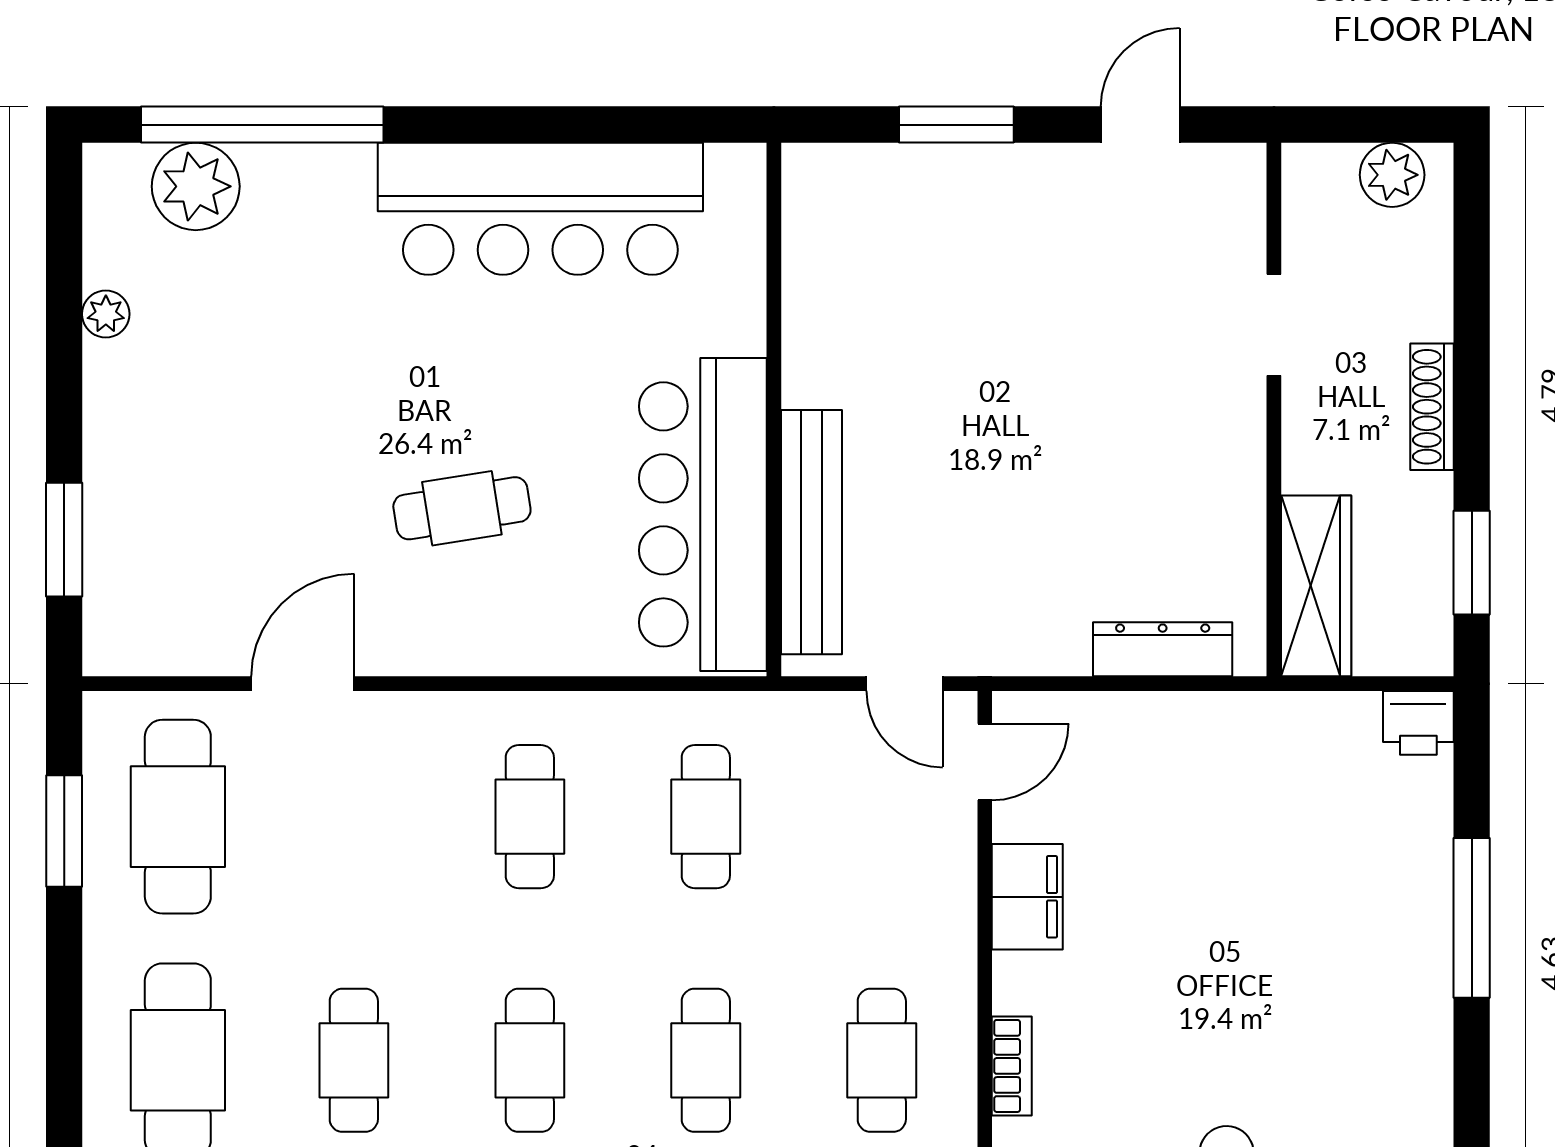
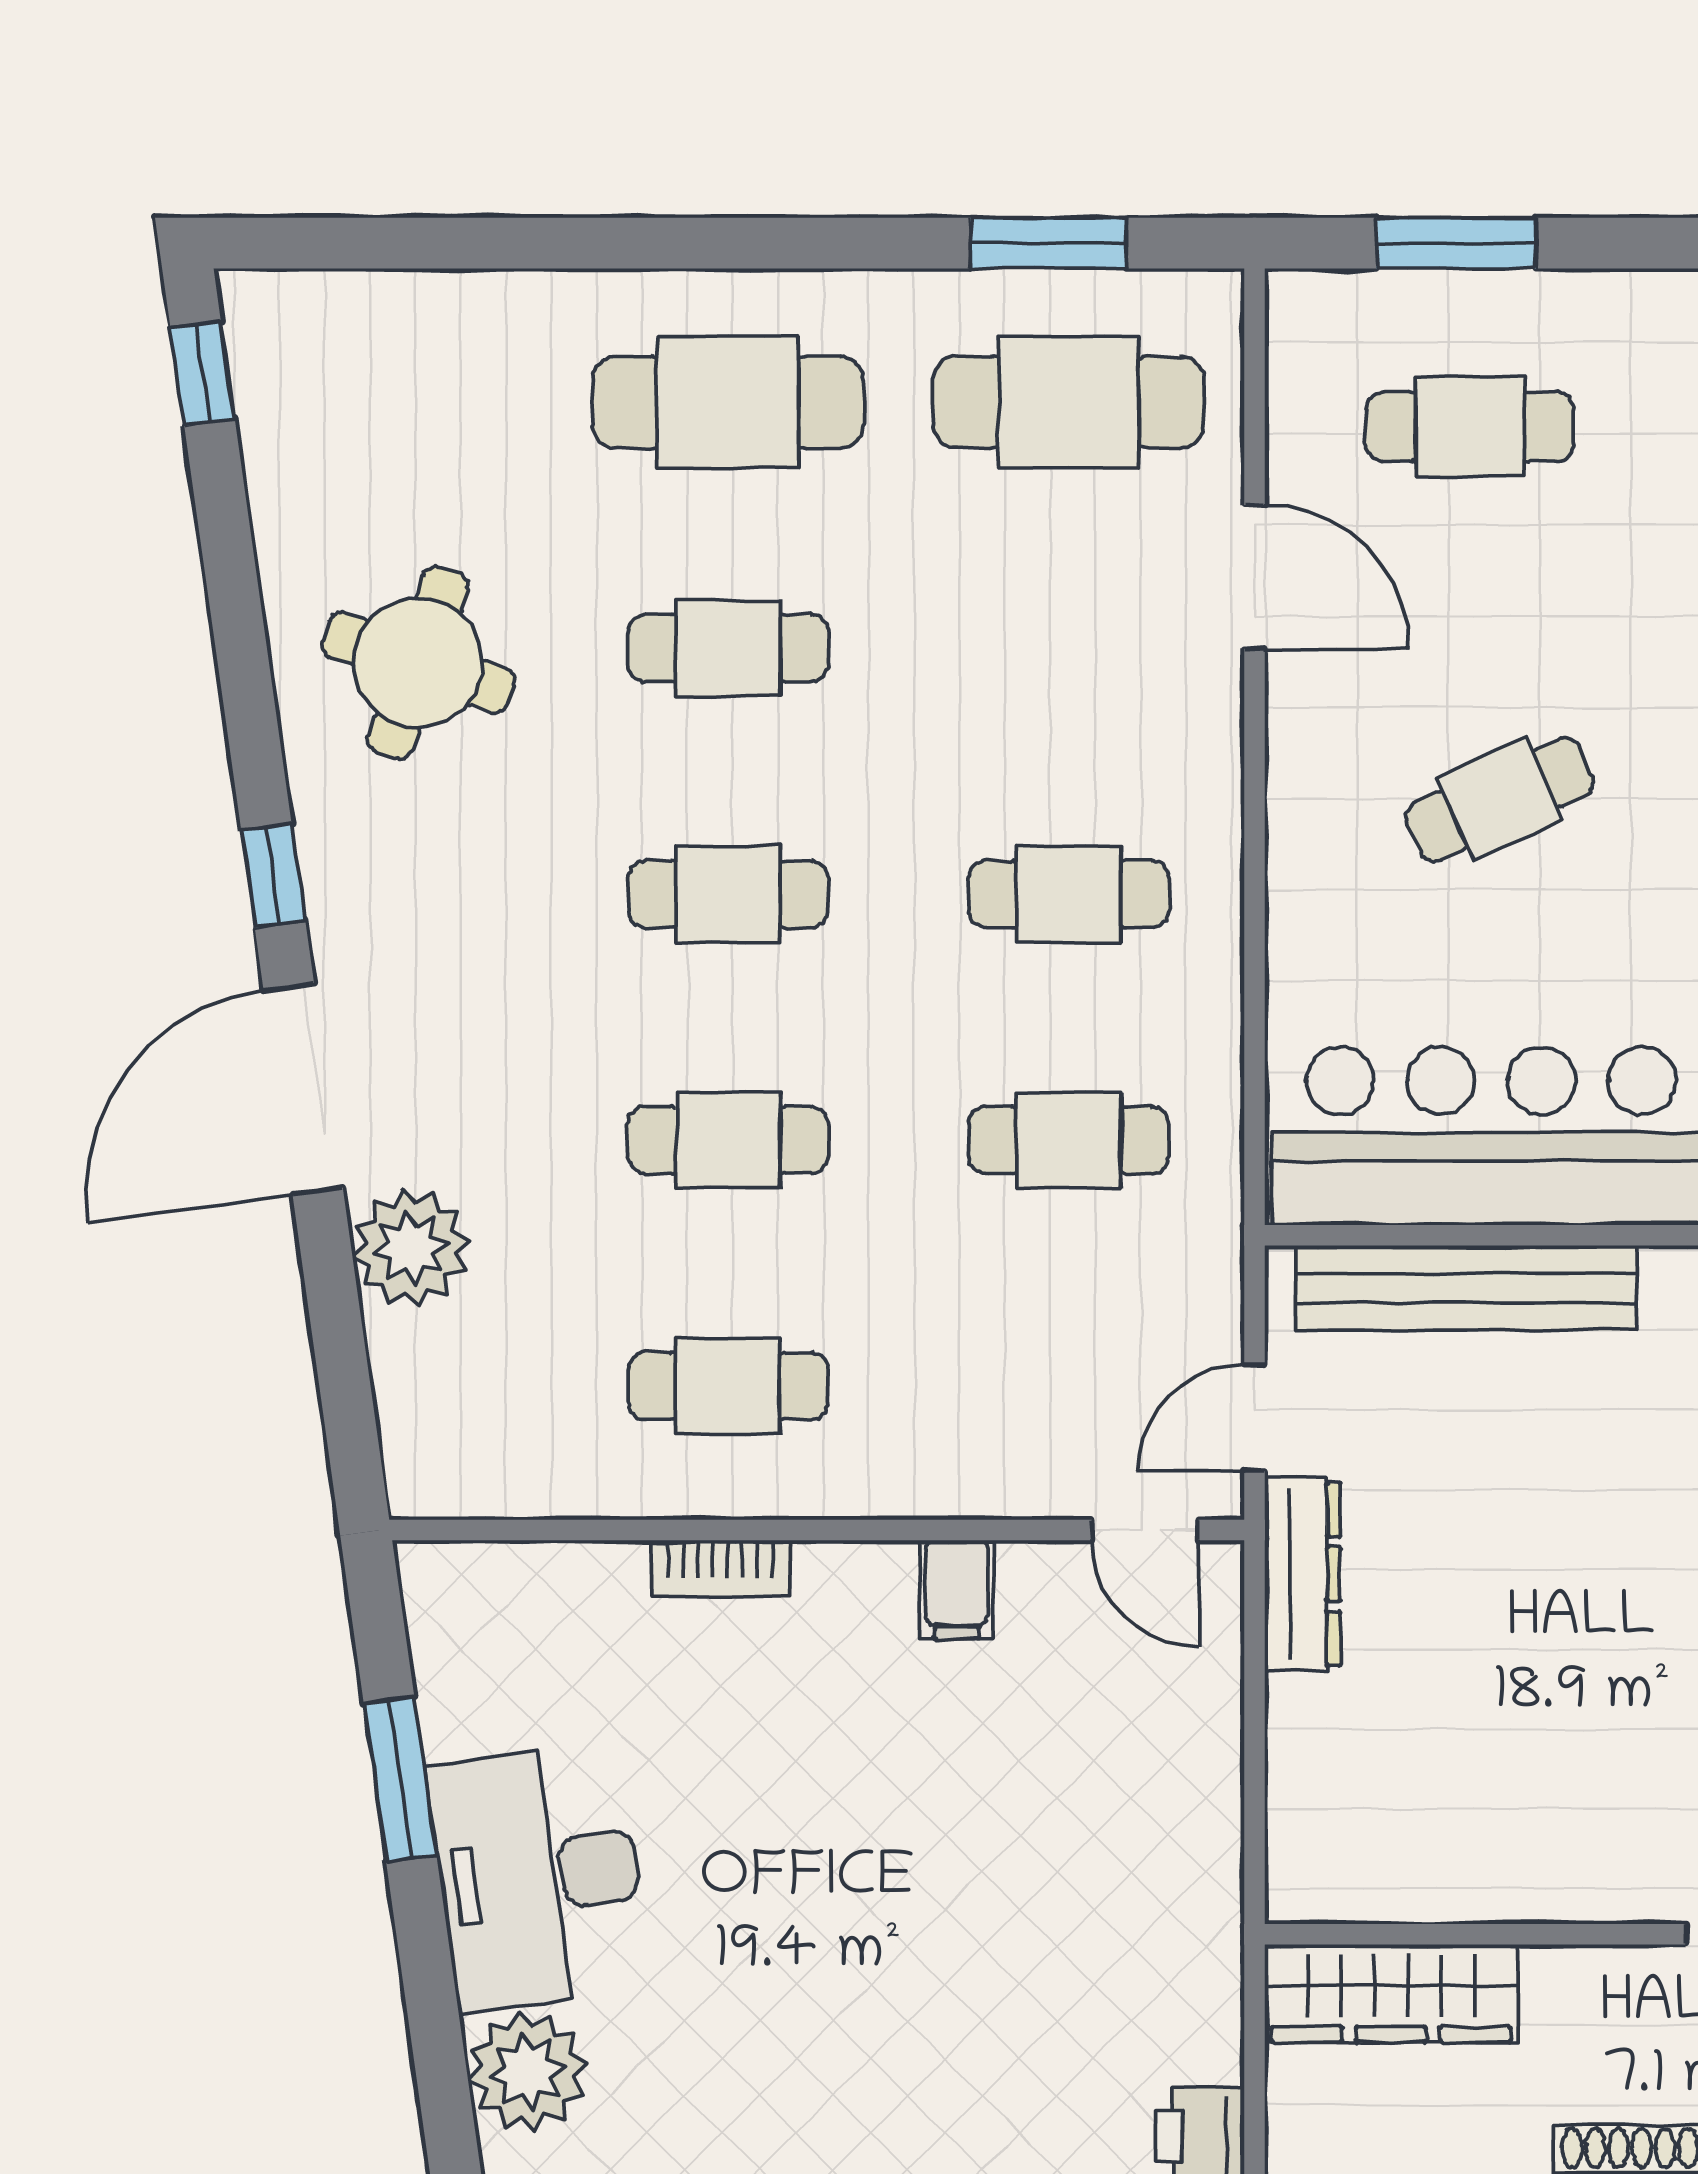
cafe table: (462, 508) -> (1500, 799), turned 75
cafe table: (196, 530) -> (1470, 427), added
dresser: (1163, 649) -> (1303, 1574), moved
filing cabinet: (1027, 897) -> (957, 1589), width x0.50

